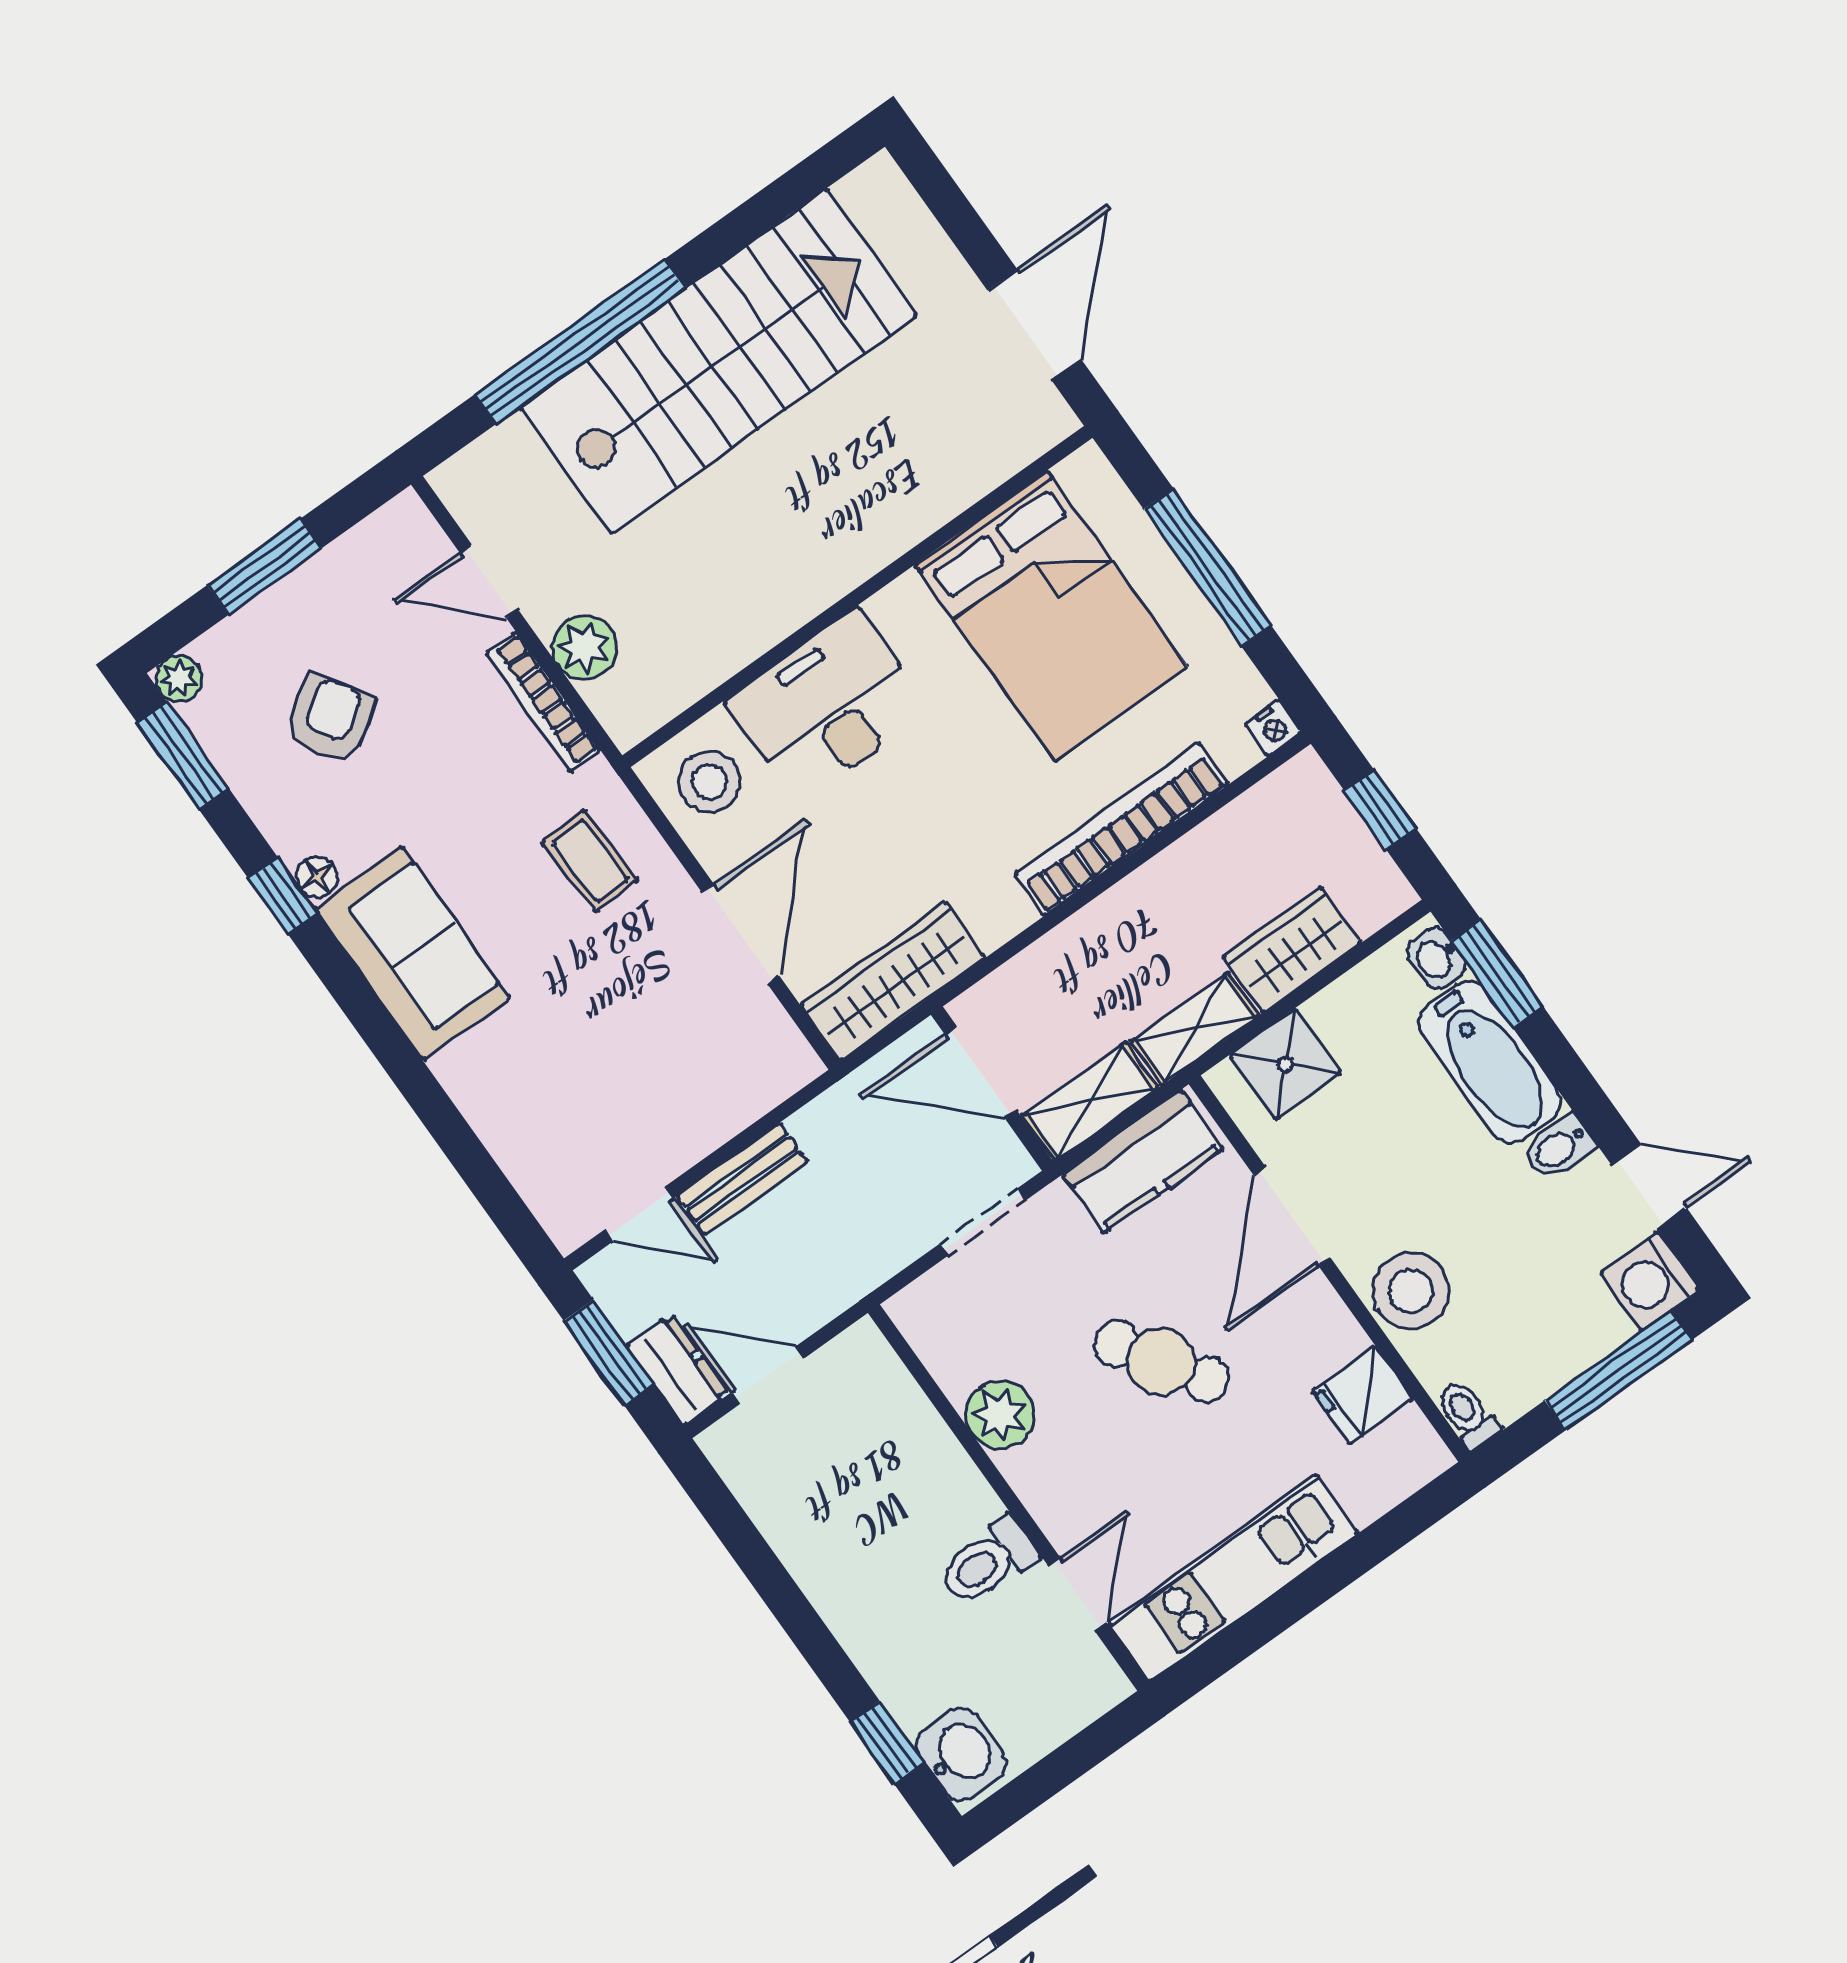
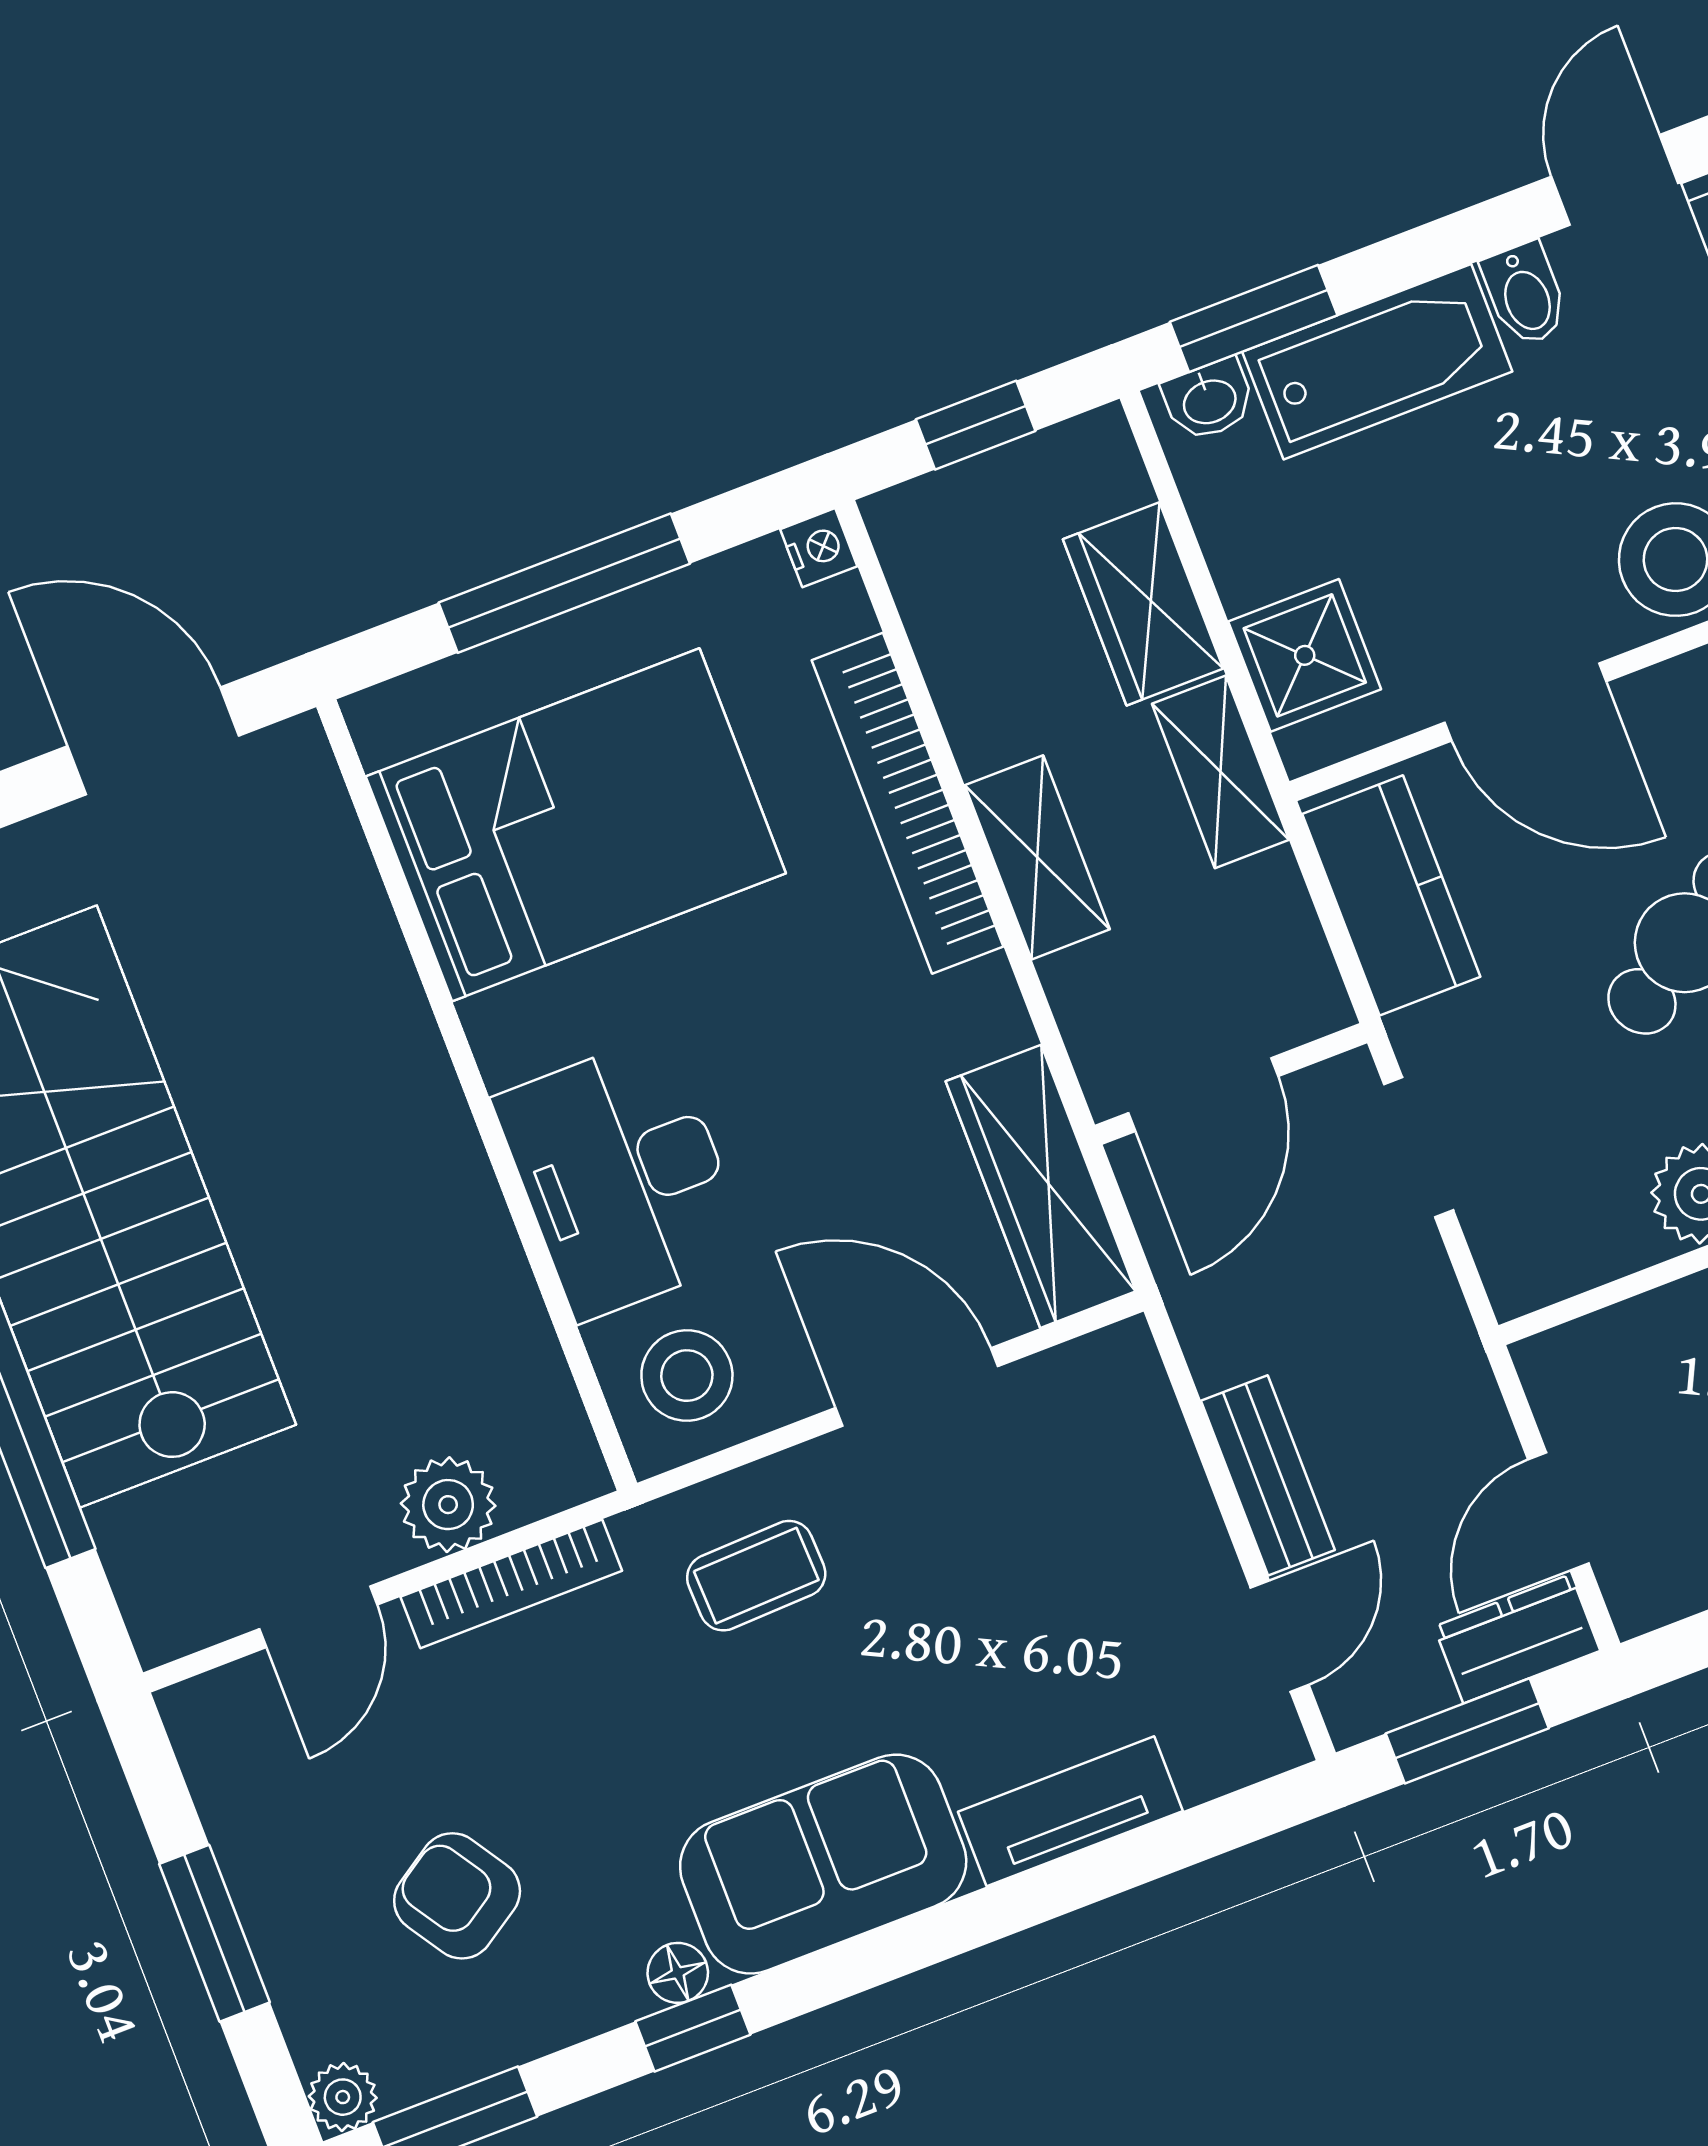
shelving: (1090, 1102) -> (1037, 857), moved
tv unit: (489, 1107) -> (1070, 1811), added

